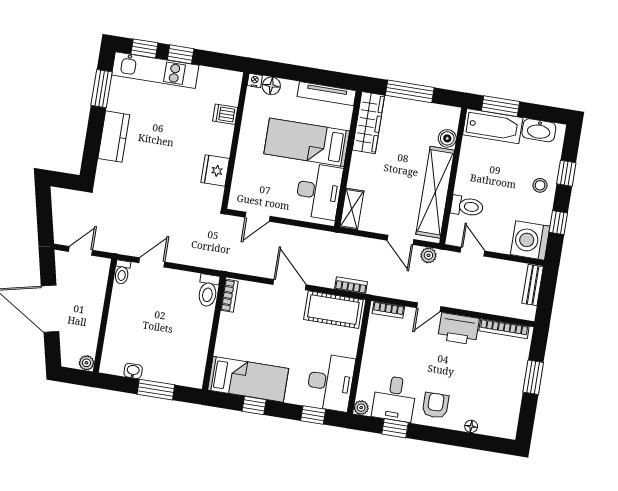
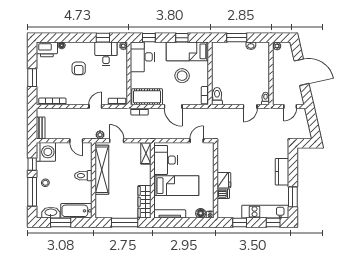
window: (181, 54) -> (240, 222), moved
window: (500, 106) -> (61, 222), moved
boiler: (447, 138) -> (100, 200), removed
fridge: (215, 170) -> (224, 180), moved
window: (566, 173) -> (32, 192), width x2.17
toilet: (467, 206) -> (83, 176), moved
printer: (458, 329) -> (47, 49), moved, turned 180
stool: (265, 337) -> (182, 76), added
armchair: (435, 405) -> (79, 68), moved

